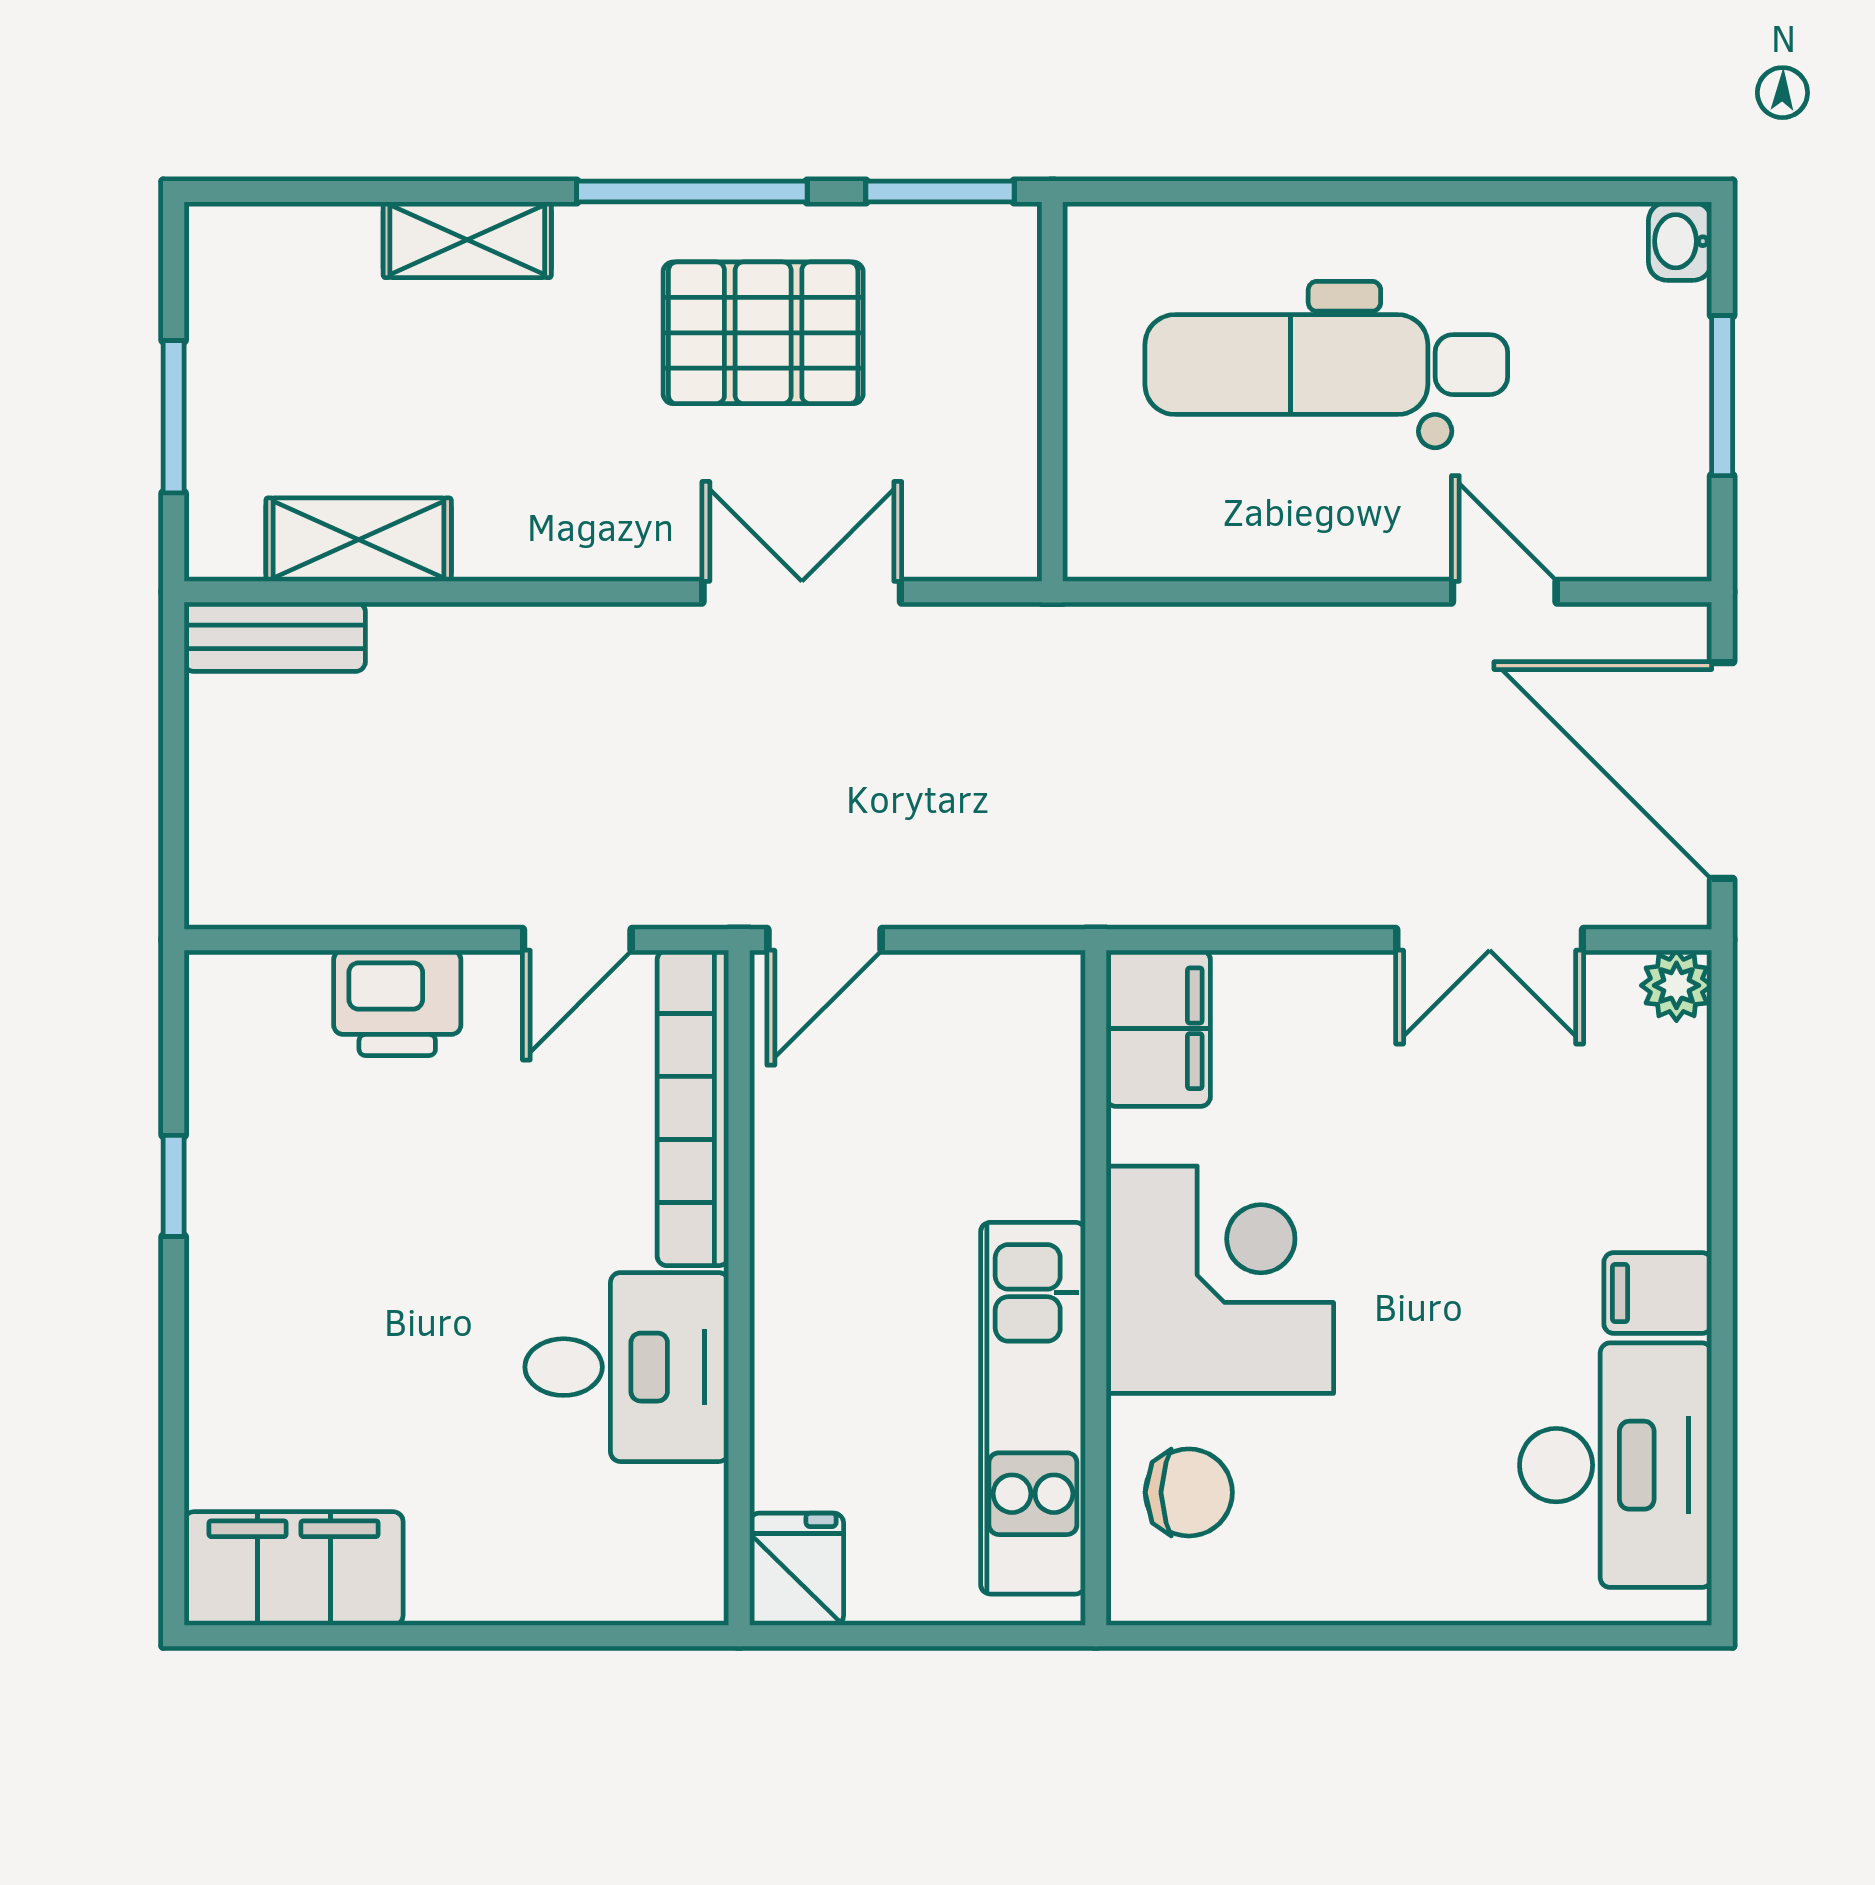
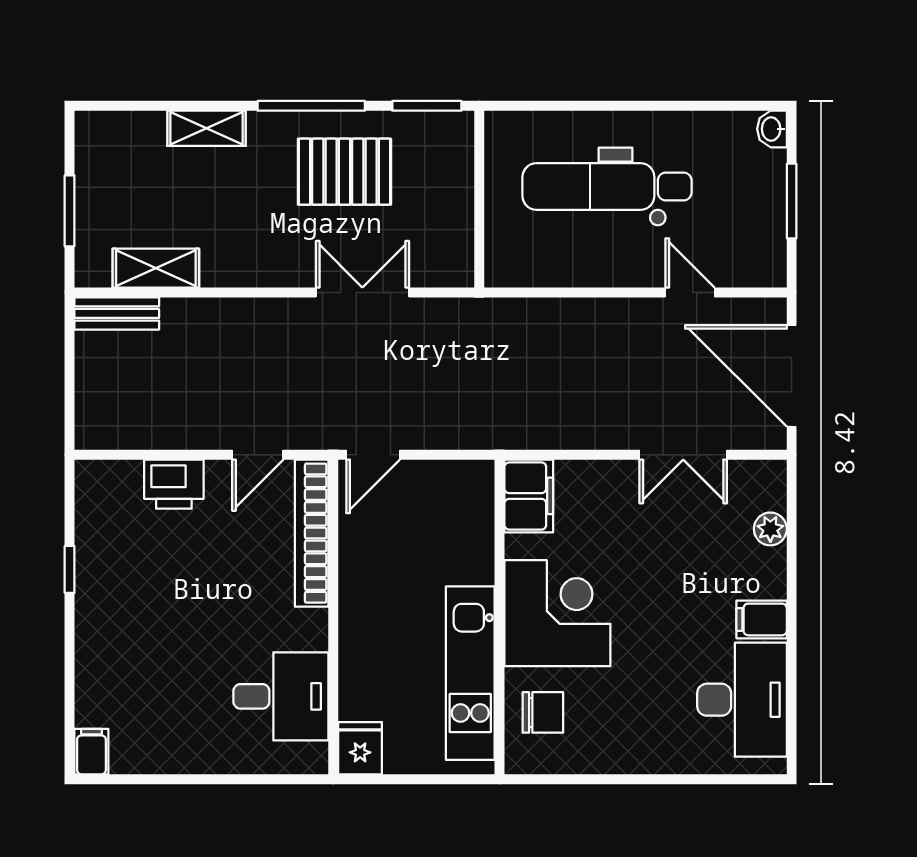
plant: (1676, 985) -> (770, 529), moved
desk: (627, 1367) -> (281, 696), moved
filing cabinet: (294, 1568) -> (91, 752), width x0.33, depth x0.86

